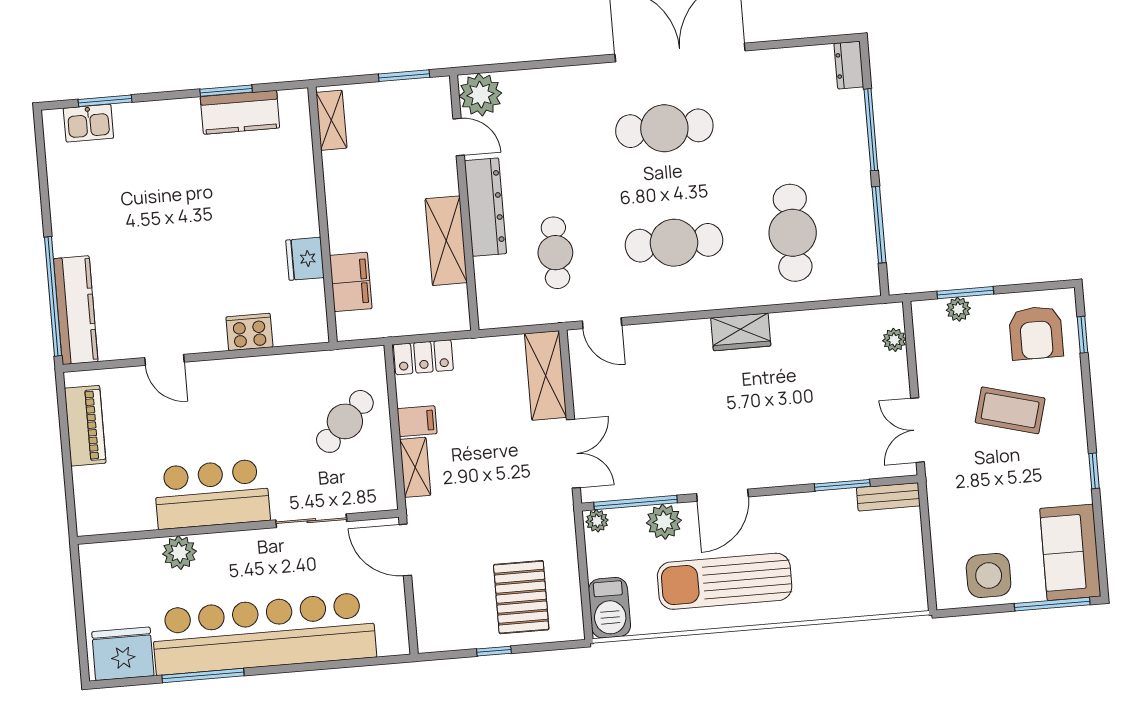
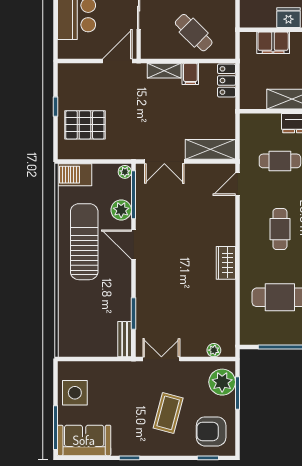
cafe table: (674, 243) -> (280, 229), width x0.73, depth x0.74
plant: (958, 309) -> (222, 382), width x1.87, depth x1.87

